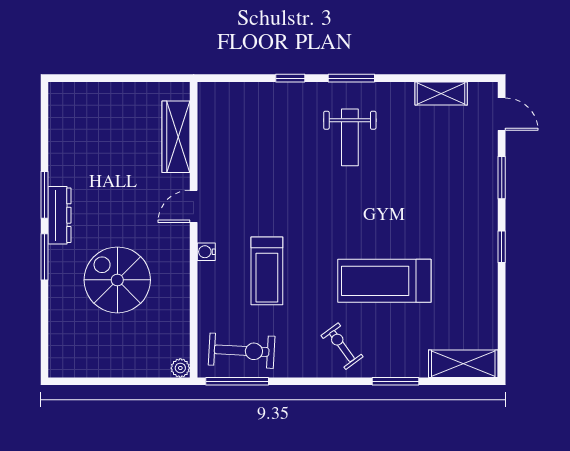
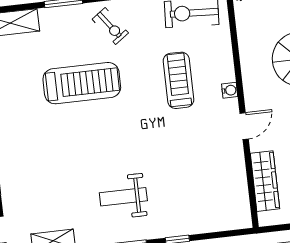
weight bench: (350, 137) -> (123, 197), turned -90

